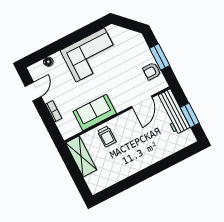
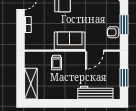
sofa: (95, 112) -> (70, 41), moved
workbench: (173, 112) -> (95, 93), moved, turned 90
shelving: (81, 156) -> (31, 84), moved

